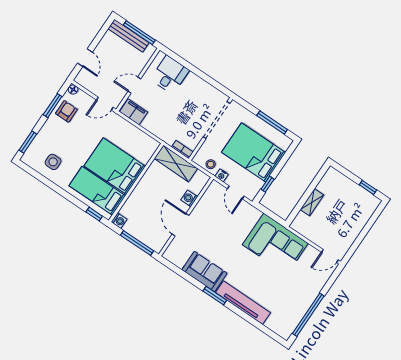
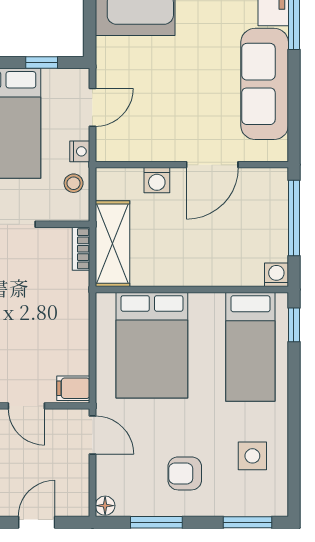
armchair: (66, 111) -> (185, 473), moved
filing cabinet: (134, 112) -> (73, 388), width x0.50
bed: (115, 166) -> (152, 345), moved
sofa: (204, 272) -> (265, 84), width x1.36

